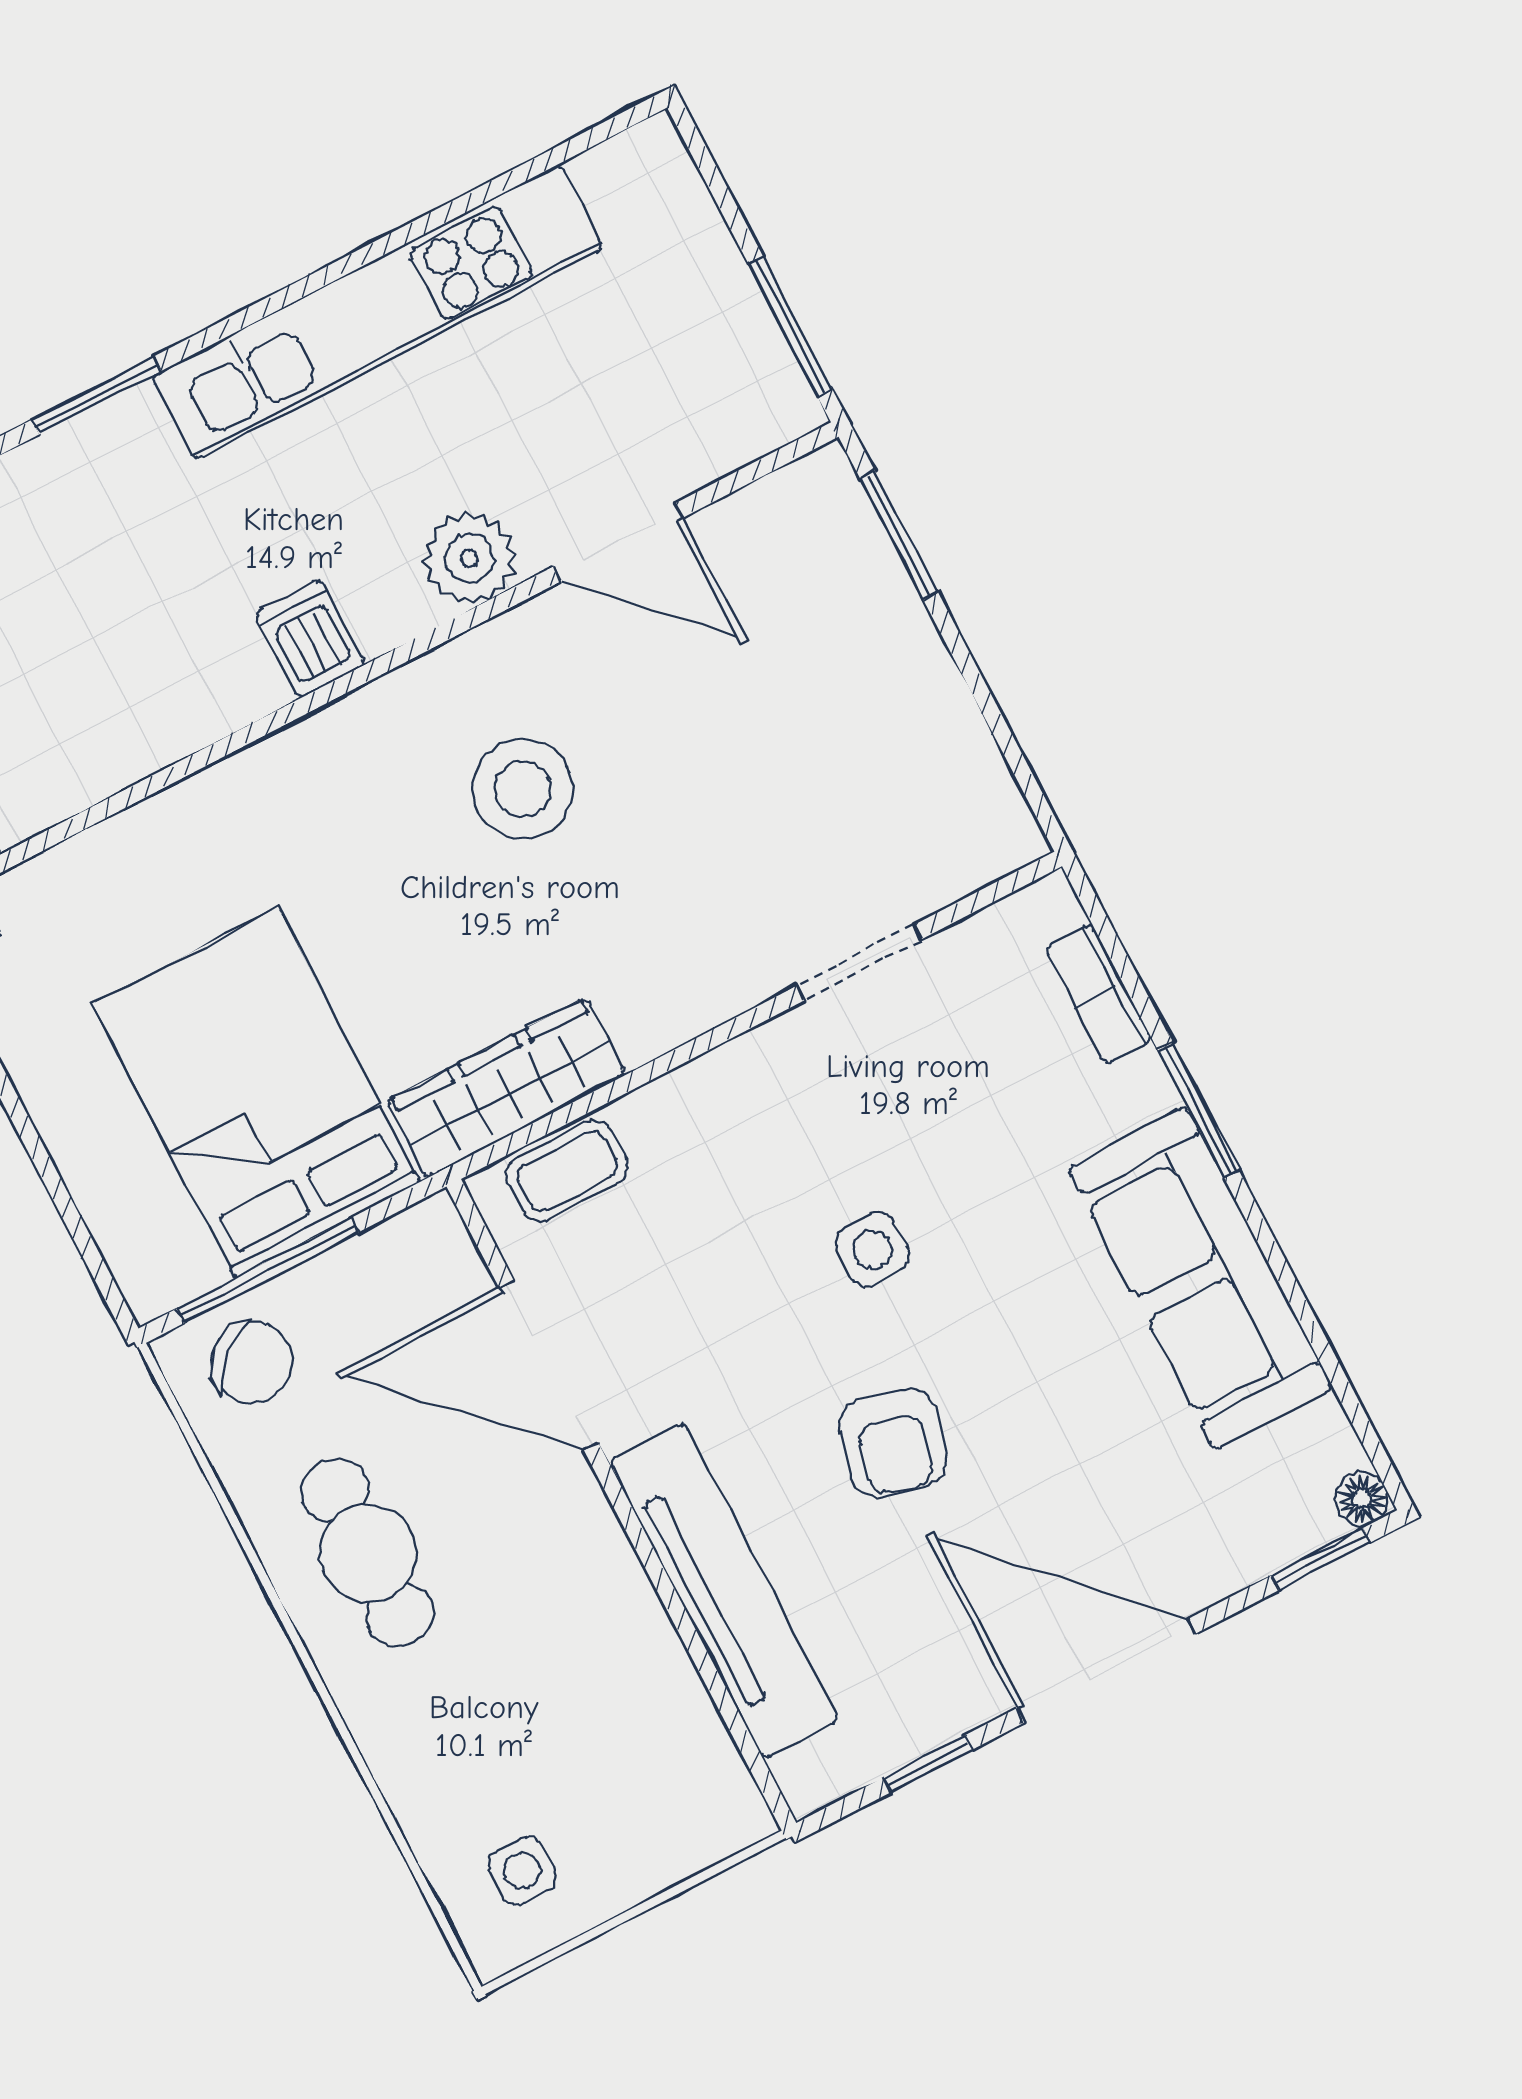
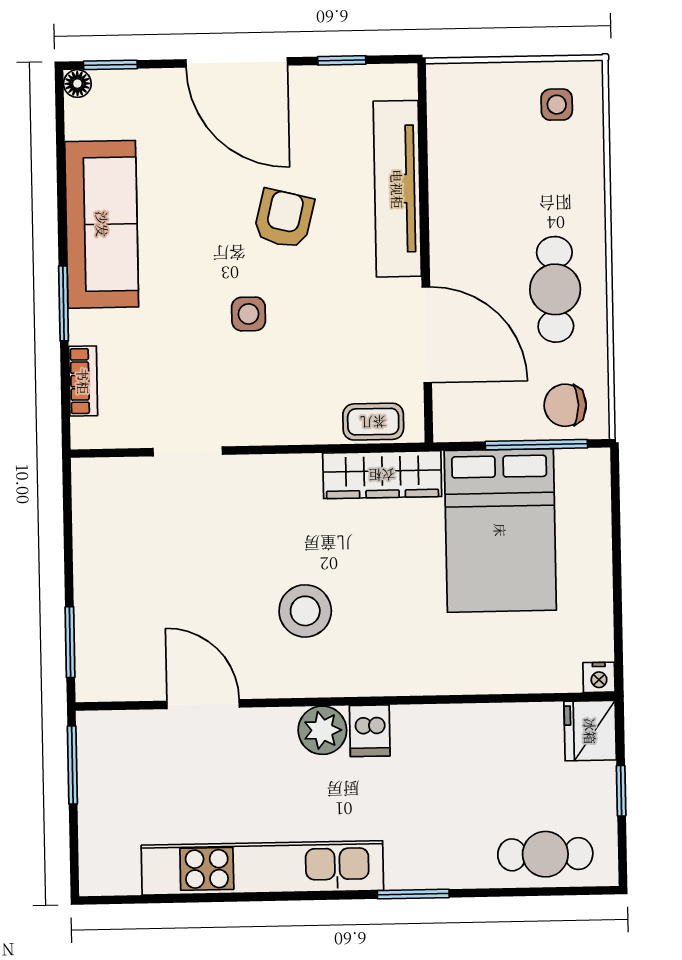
plant: (469, 558) -> (322, 730), moved
chair: (252, 1363) -> (565, 405), turned -48

